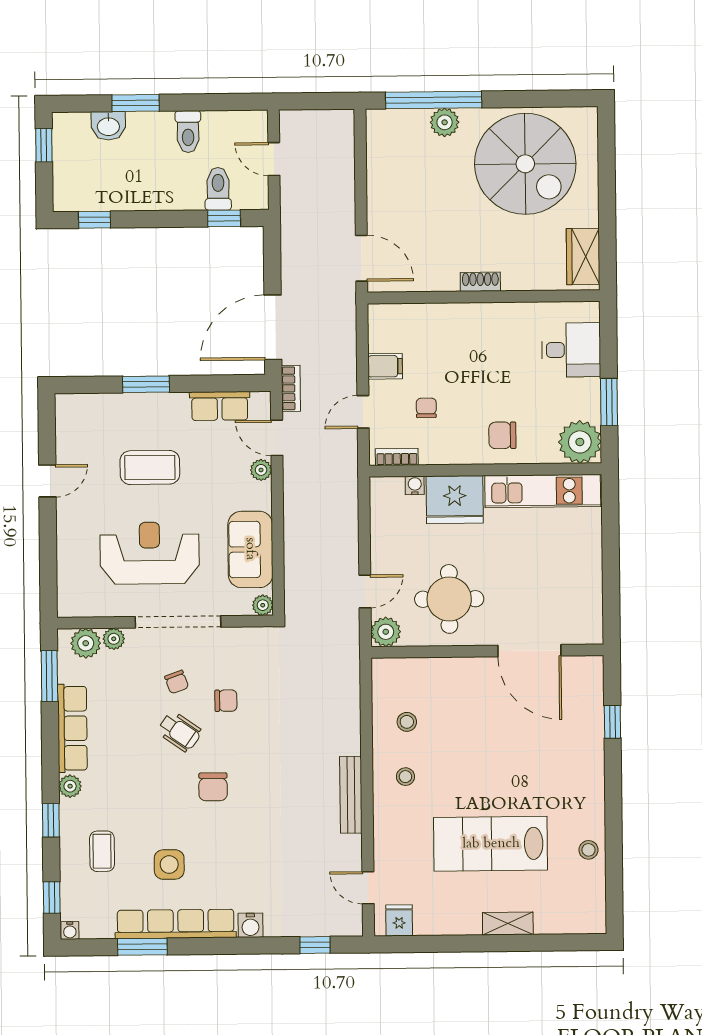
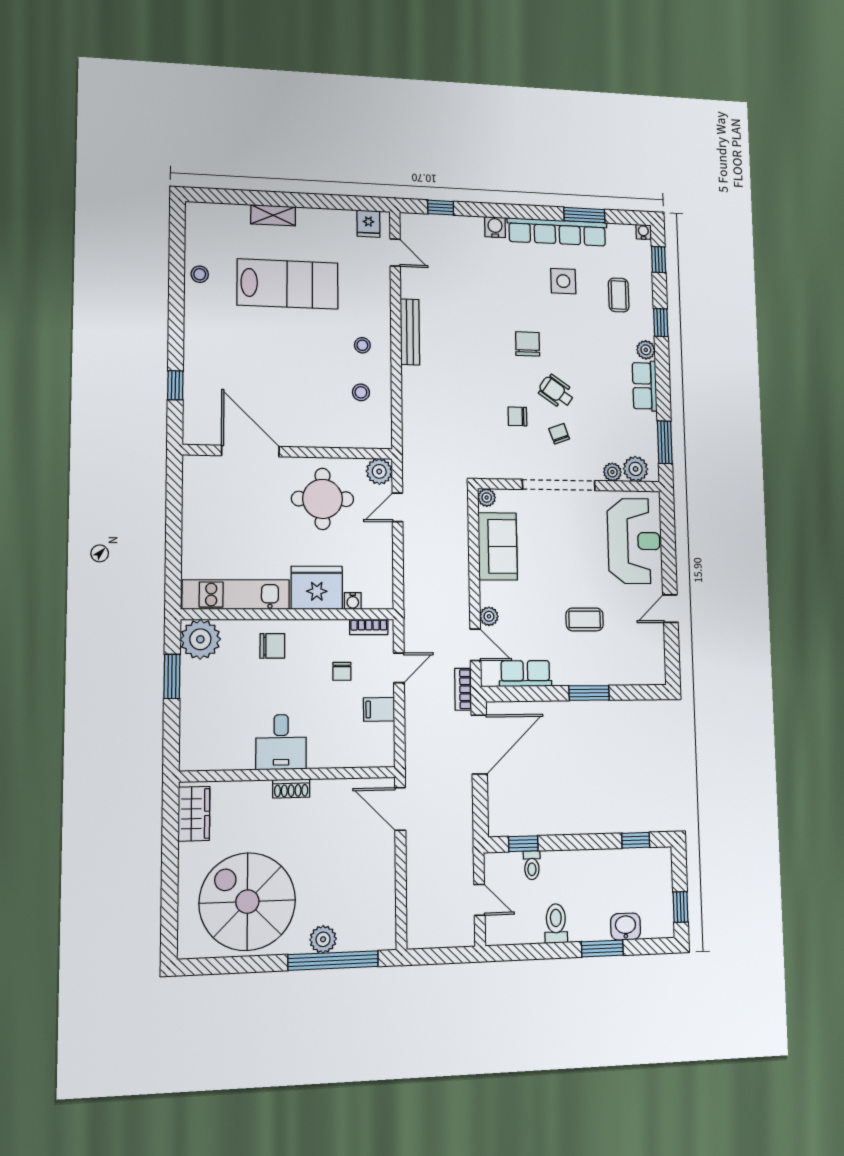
toilet: (218, 189) -> (532, 865), width x0.73, depth x0.72
desk: (571, 350) -> (281, 742), moved, turned -90
coffee table: (150, 467) -> (585, 619), width x0.73, depth x0.77
reception desk: (150, 553) -> (634, 541), moved, turned -90
row of seats: (72, 728) -> (645, 386), width x0.68

